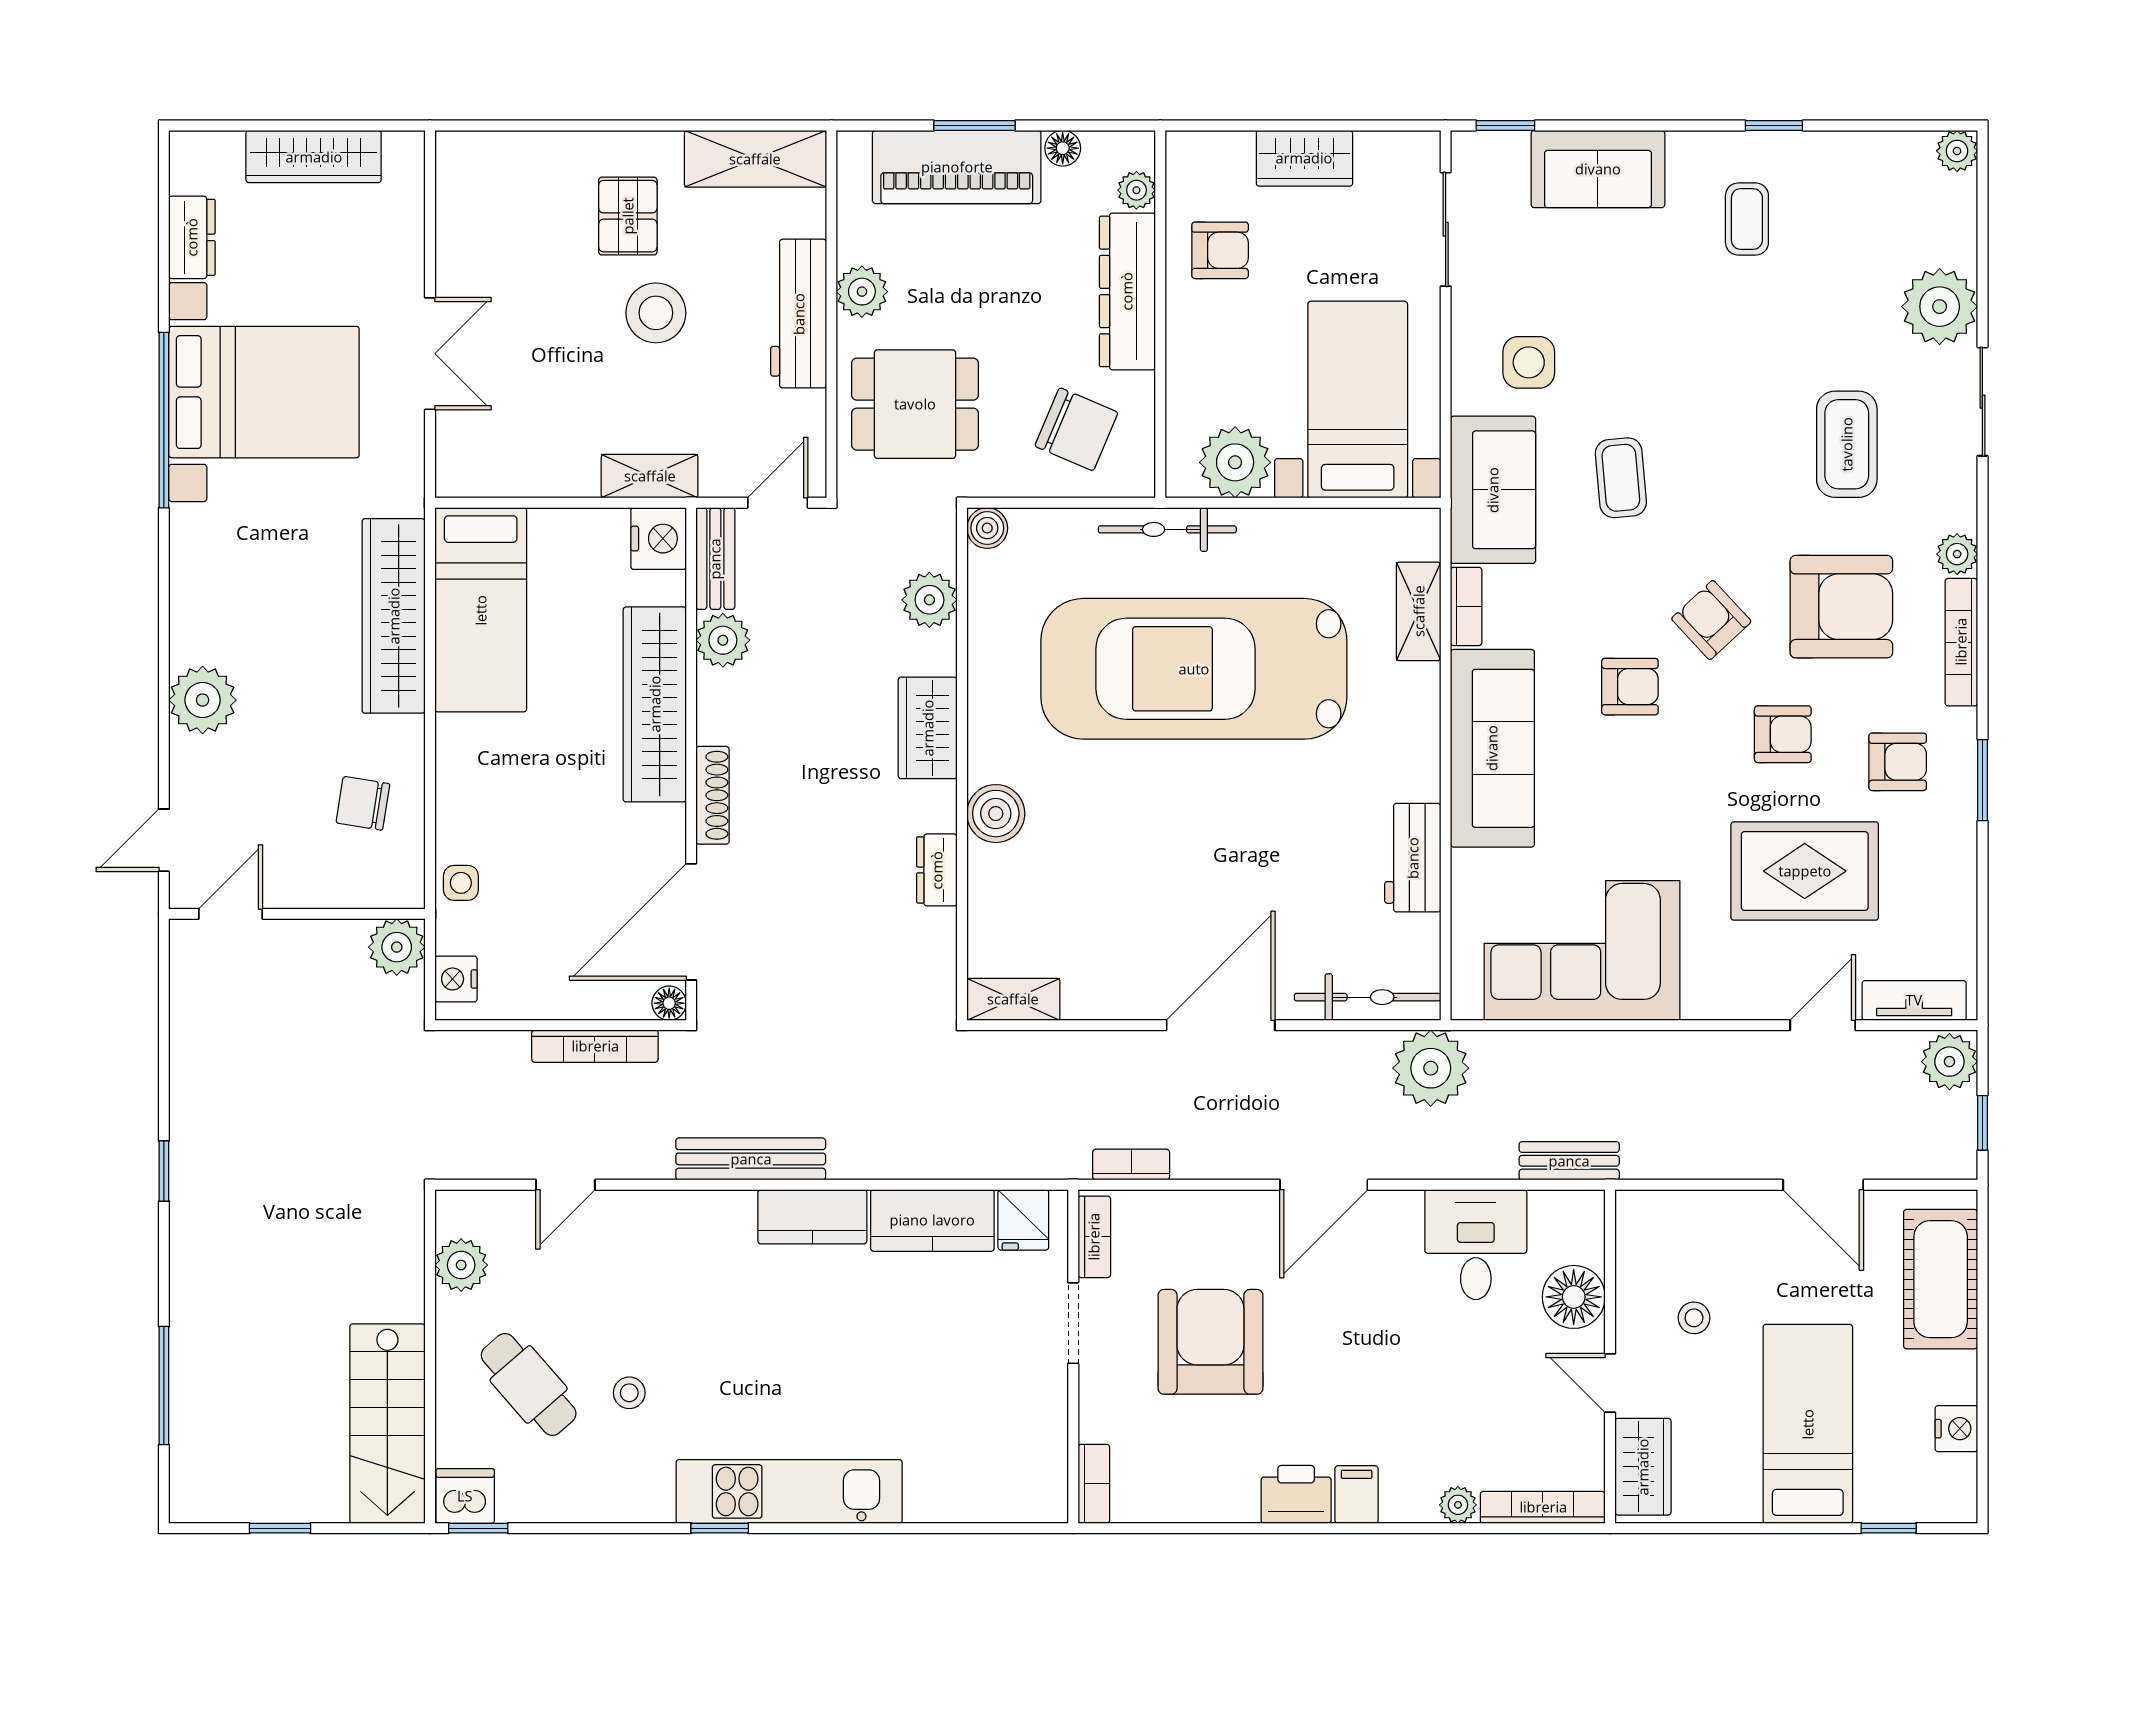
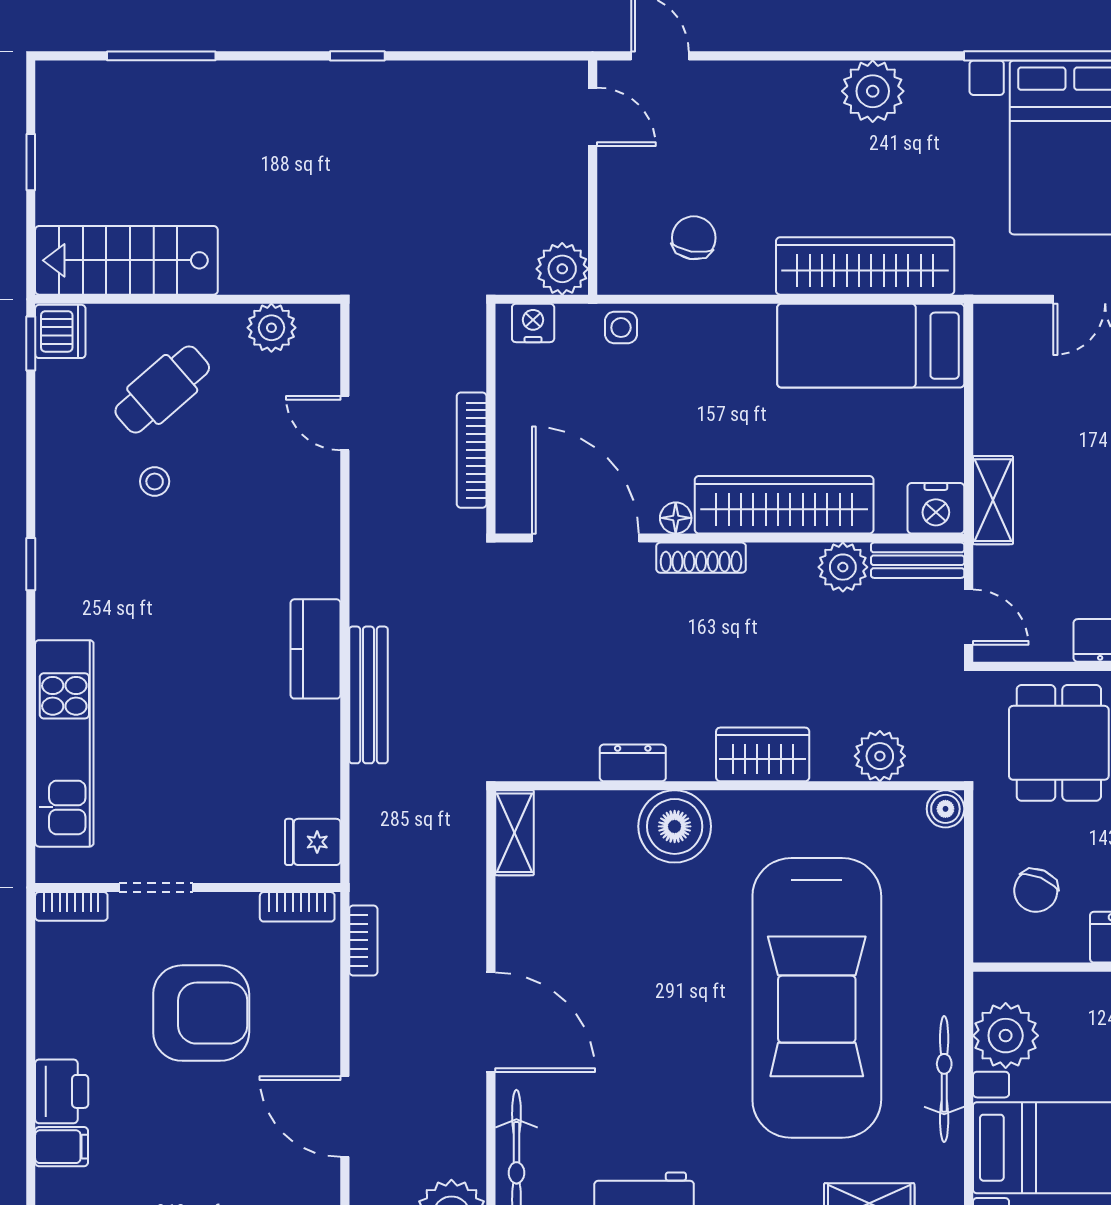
chair: (1076, 429) -> (1036, 890), width x0.73, depth x0.73
bicycle: (1167, 529) -> (944, 1079), moved
car: (1194, 669) -> (817, 998), turned 180
plant: (203, 700) -> (873, 91), moved
boiler: (996, 814) -> (675, 826), width x1.37, depth x1.37
floor lamp: (669, 1003) -> (676, 518), moved
bench: (751, 1159) -> (368, 695), moved
kitchen counter: (932, 1220) -> (312, 759), removed
doorway: (1073, 1323) -> (156, 888), moved
kitchen unit: (789, 1491) -> (64, 743), moved

